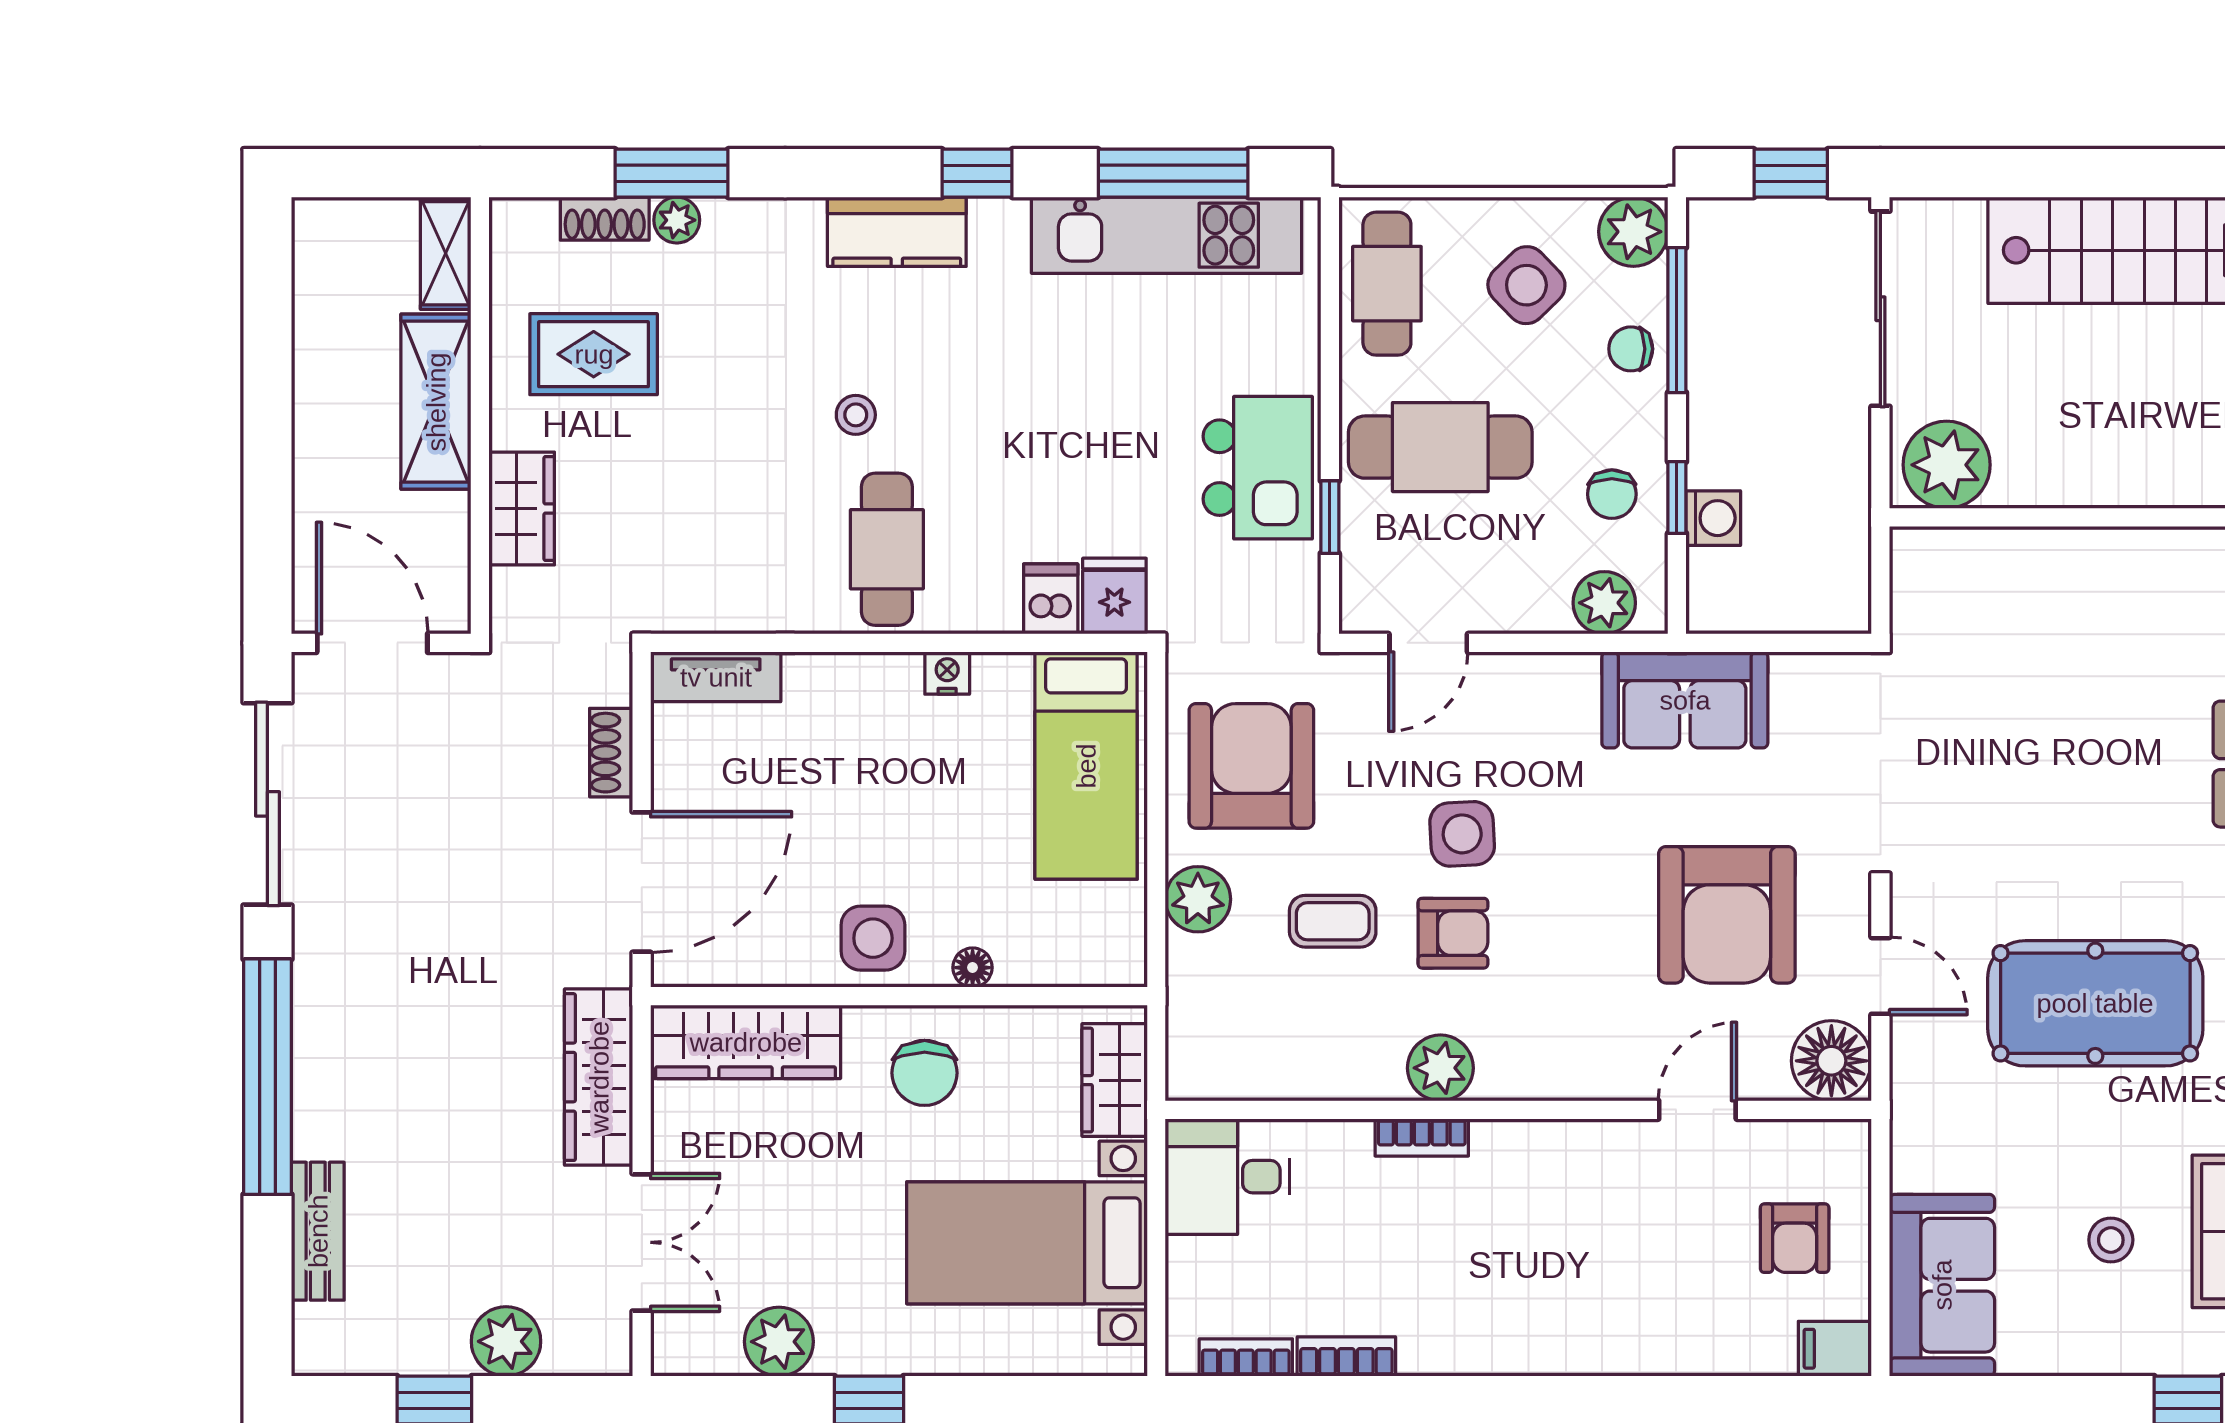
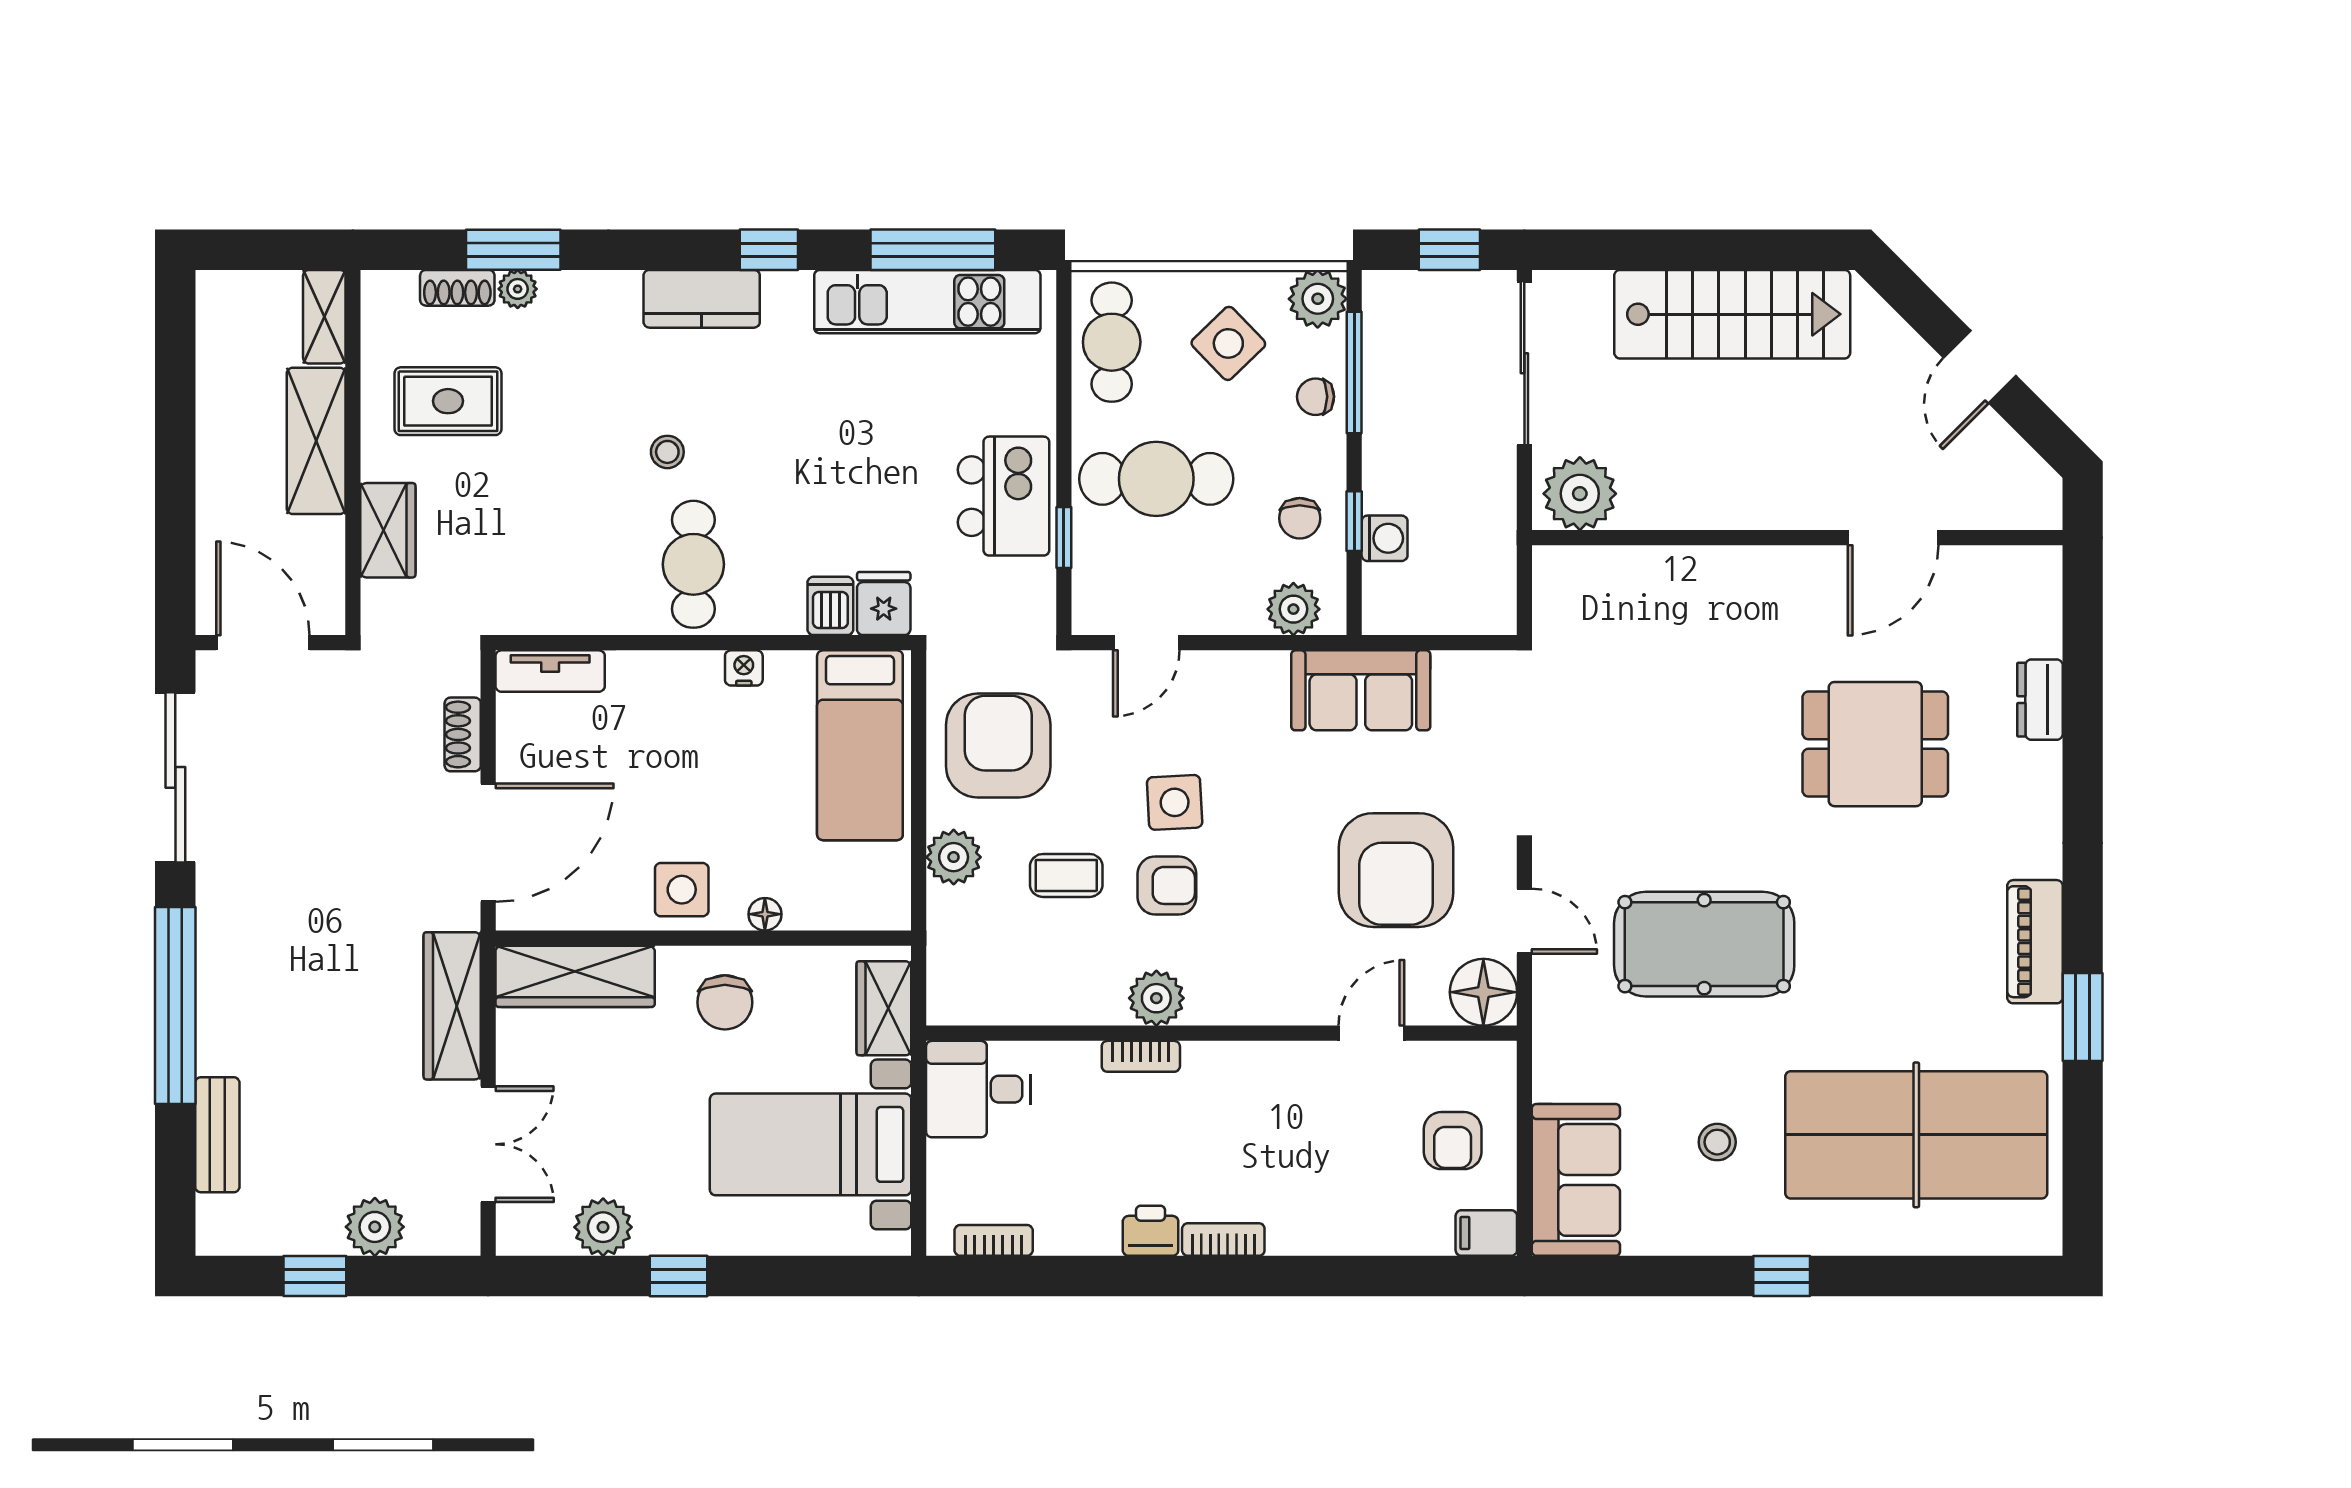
printer: (1433, 1346) -> (1151, 1231), added
bookcase: (1346, 1356) -> (1223, 1240), moved

